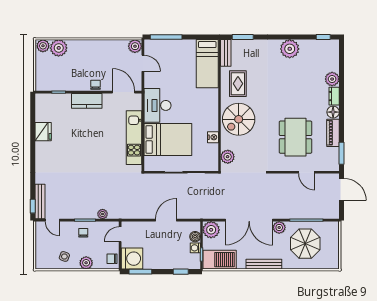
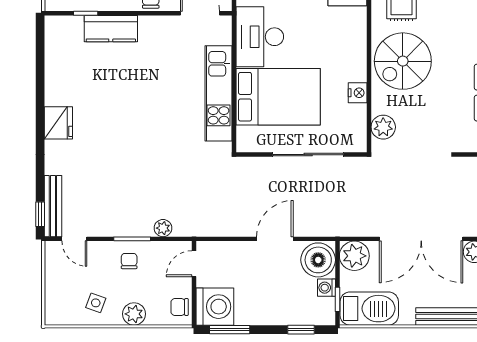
kitchen counter: (87, 101) -> (111, 29), moved
fridge: (43, 132) -> (58, 123), moved
boiler: (195, 237) -> (318, 260), width x1.86, depth x1.86

